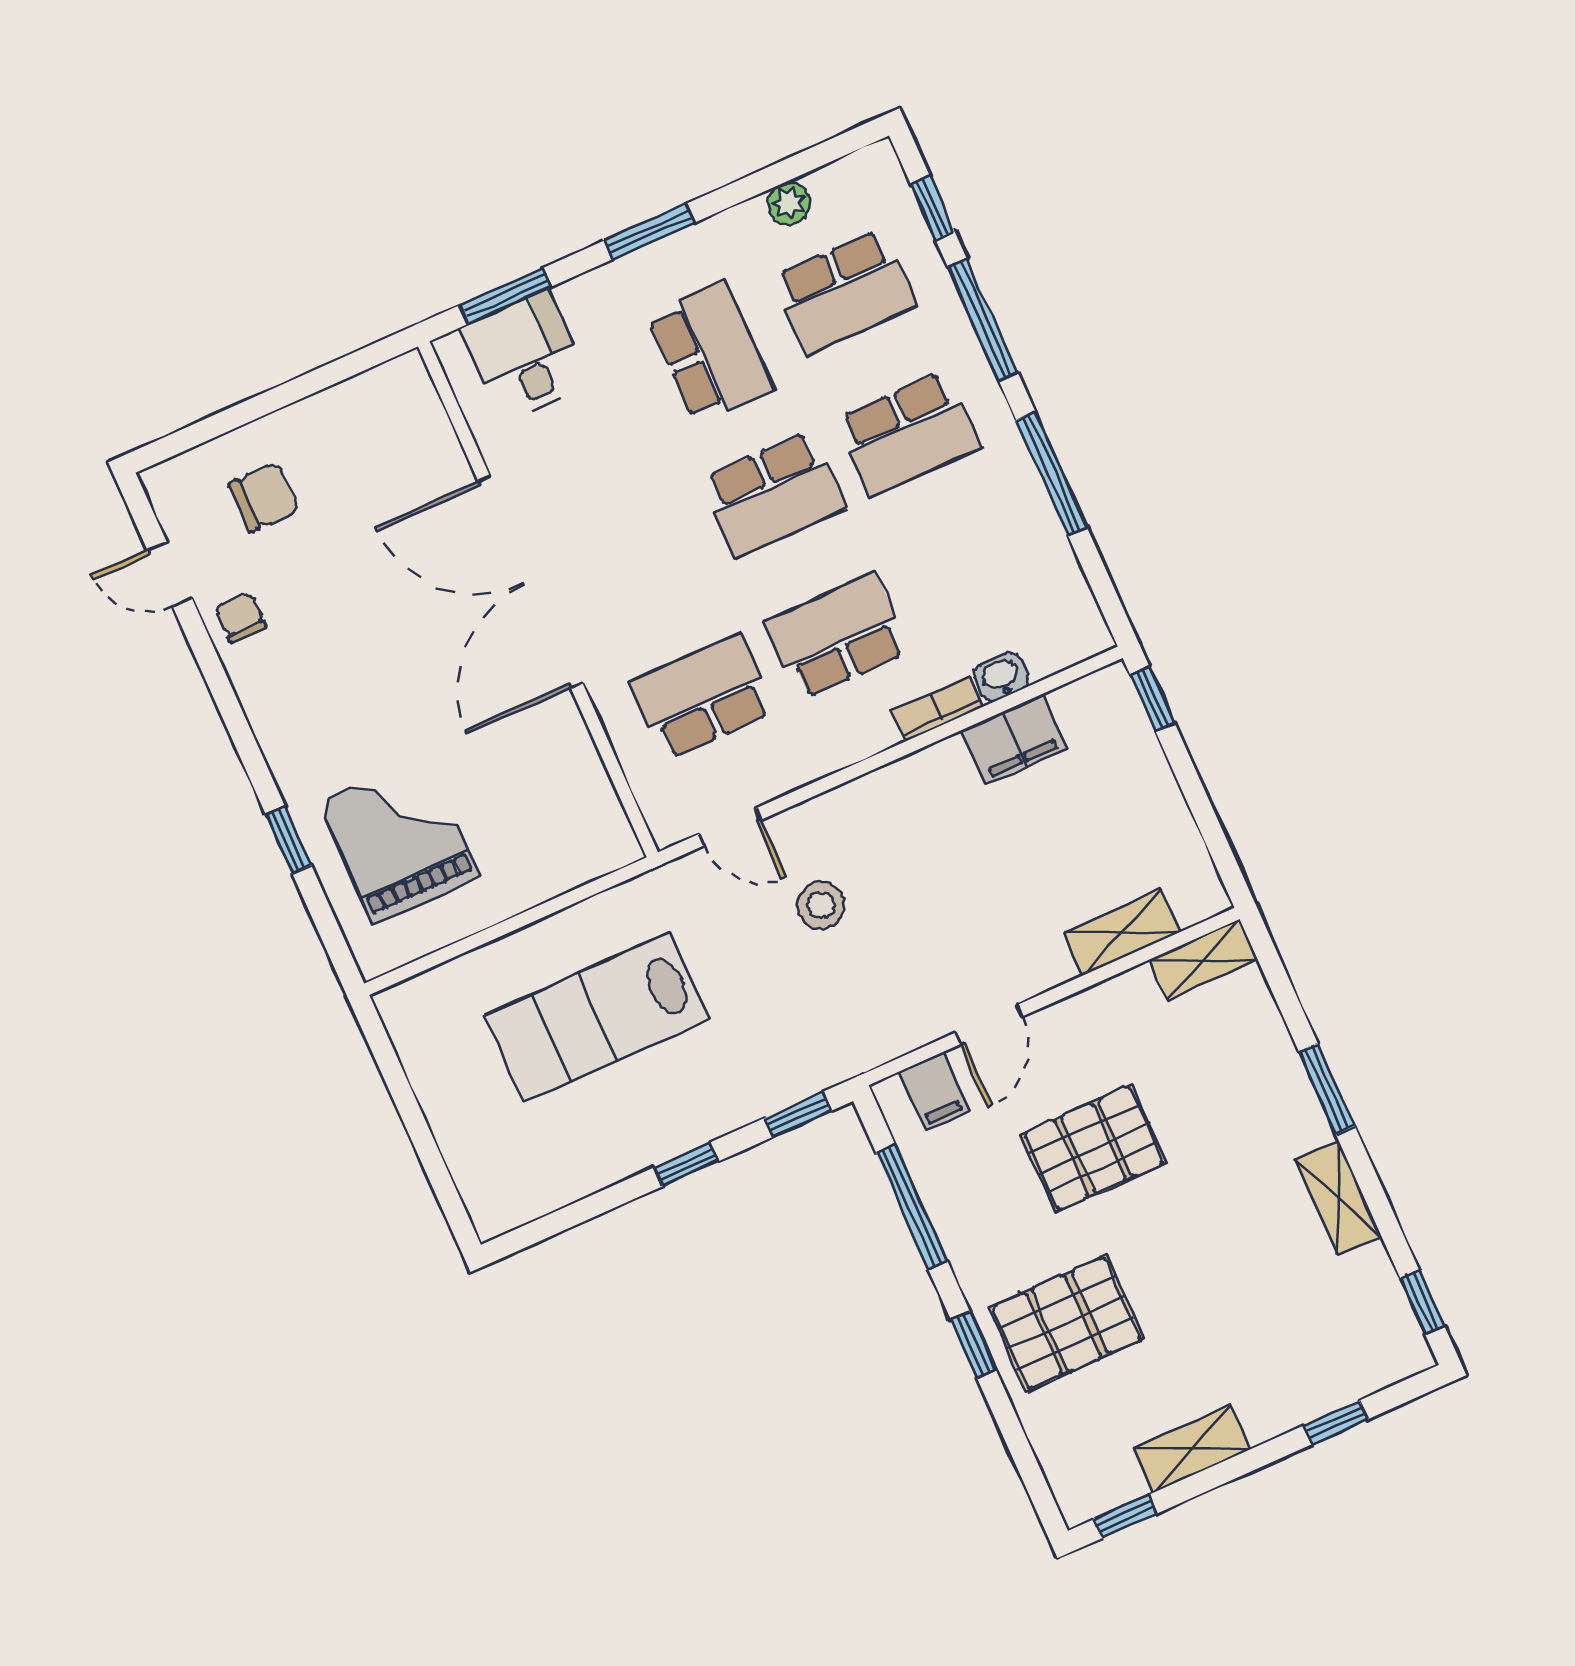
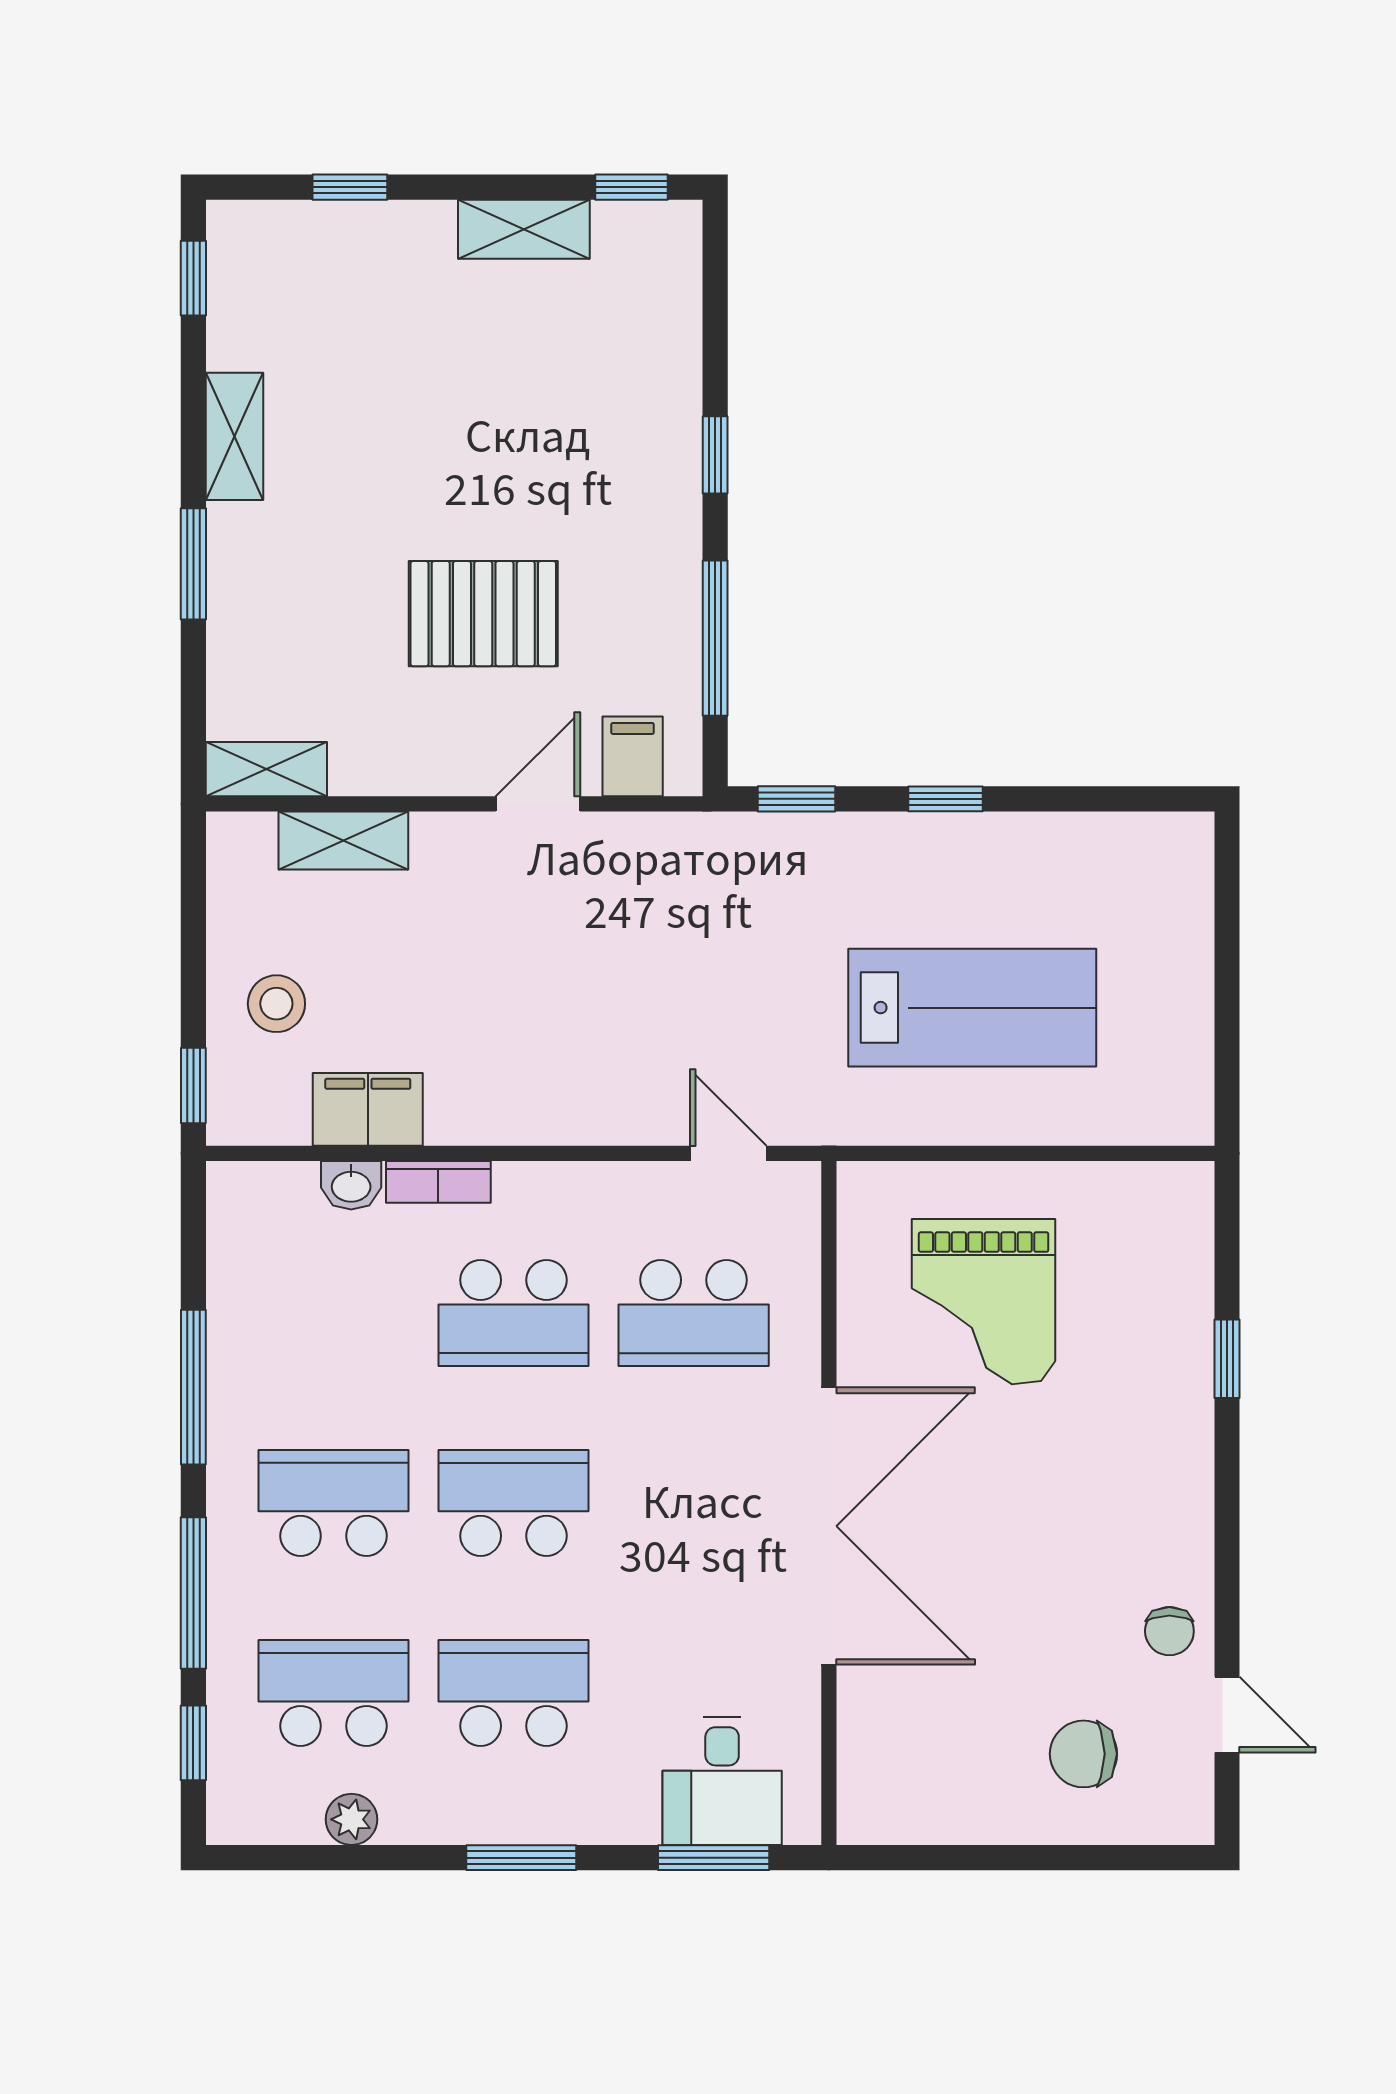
school desk: (710, 352) -> (514, 1693), turned 90
grand piano: (399, 839) -> (984, 1302), moved
stool: (821, 905) -> (276, 1004), moved
pallet: (1066, 1323) -> (601, 432), removed

